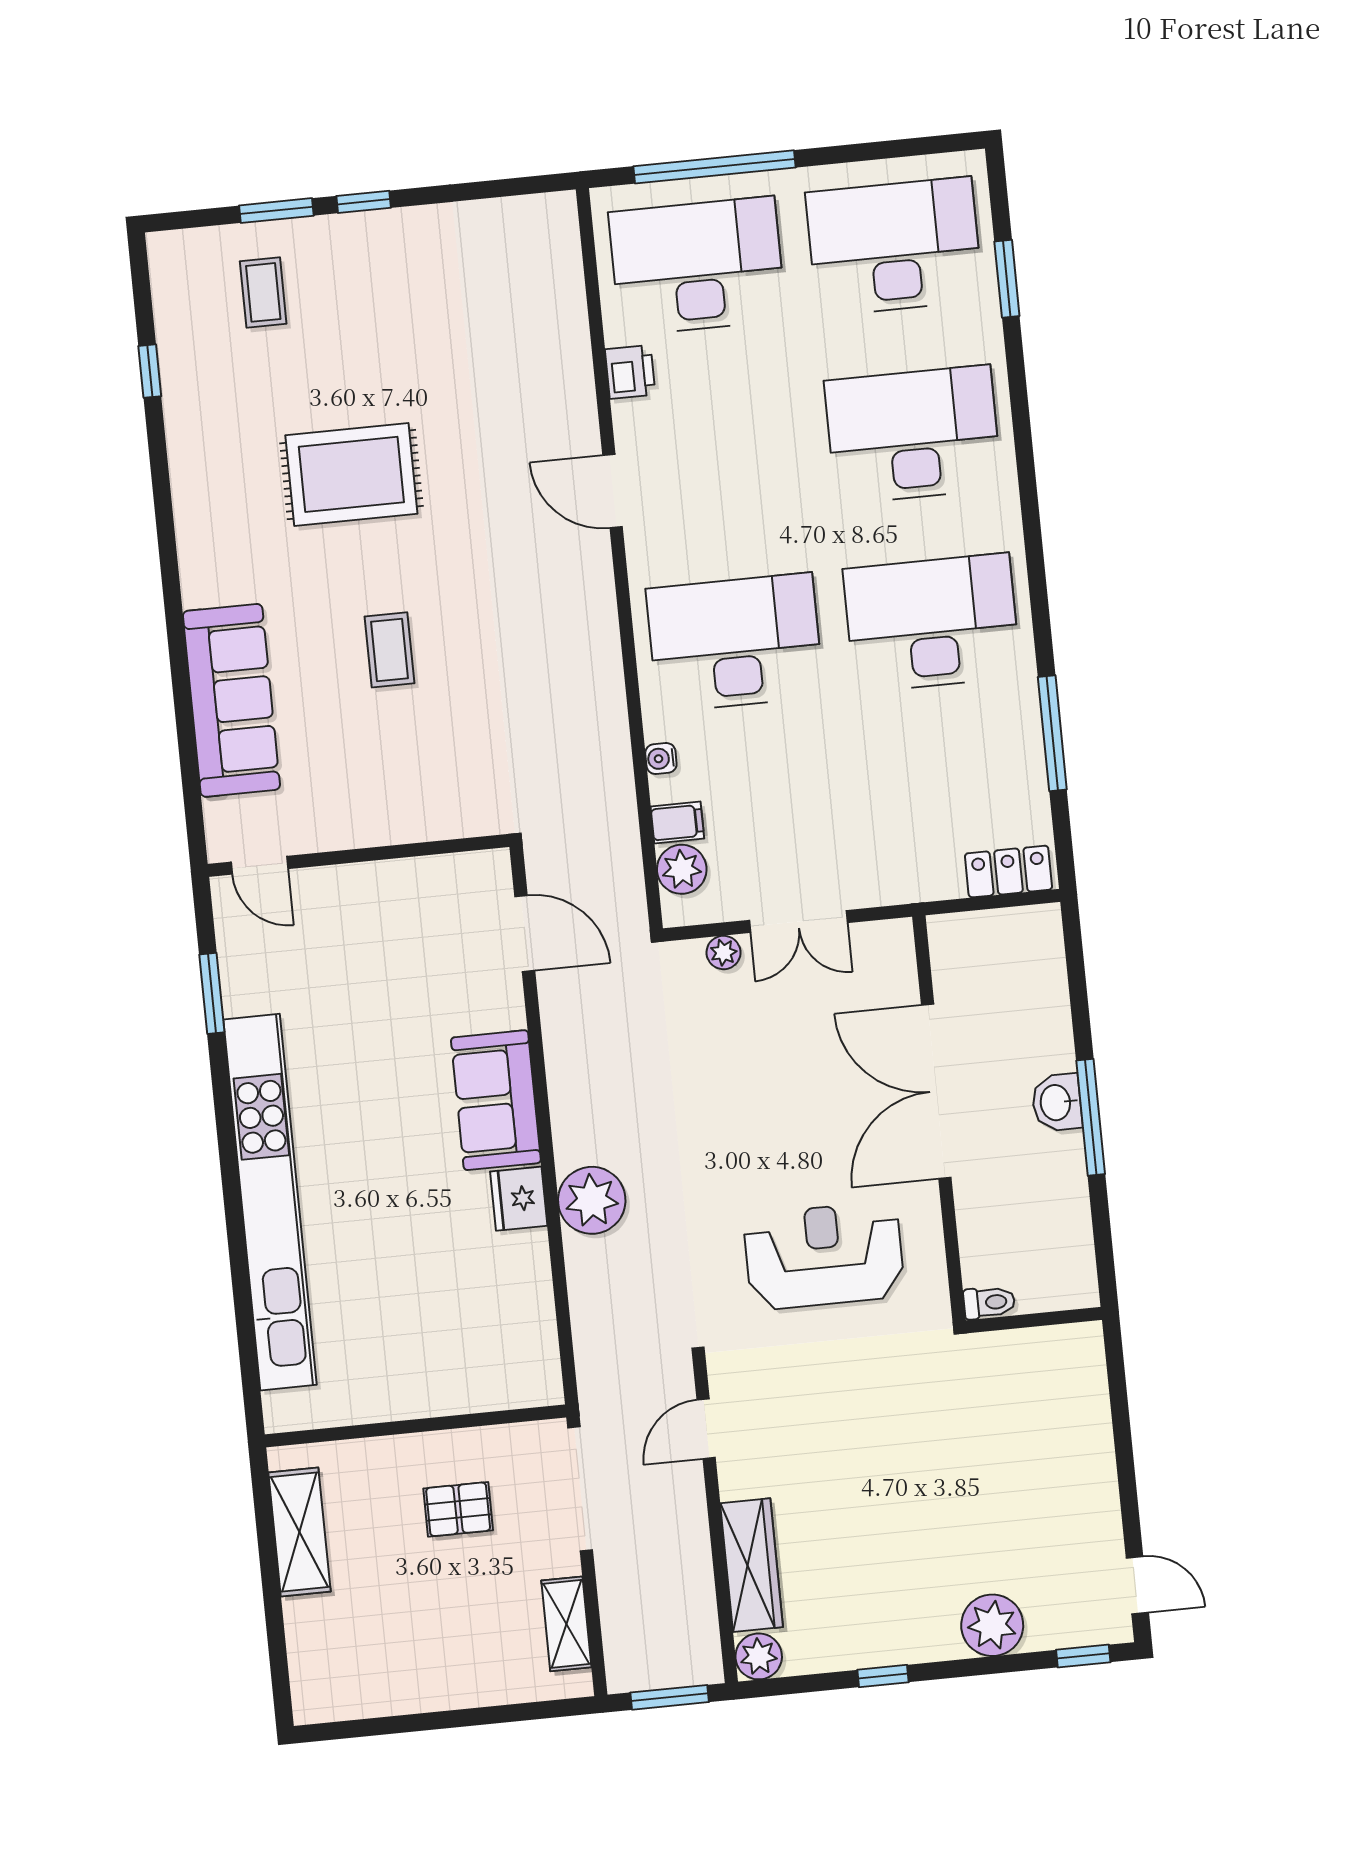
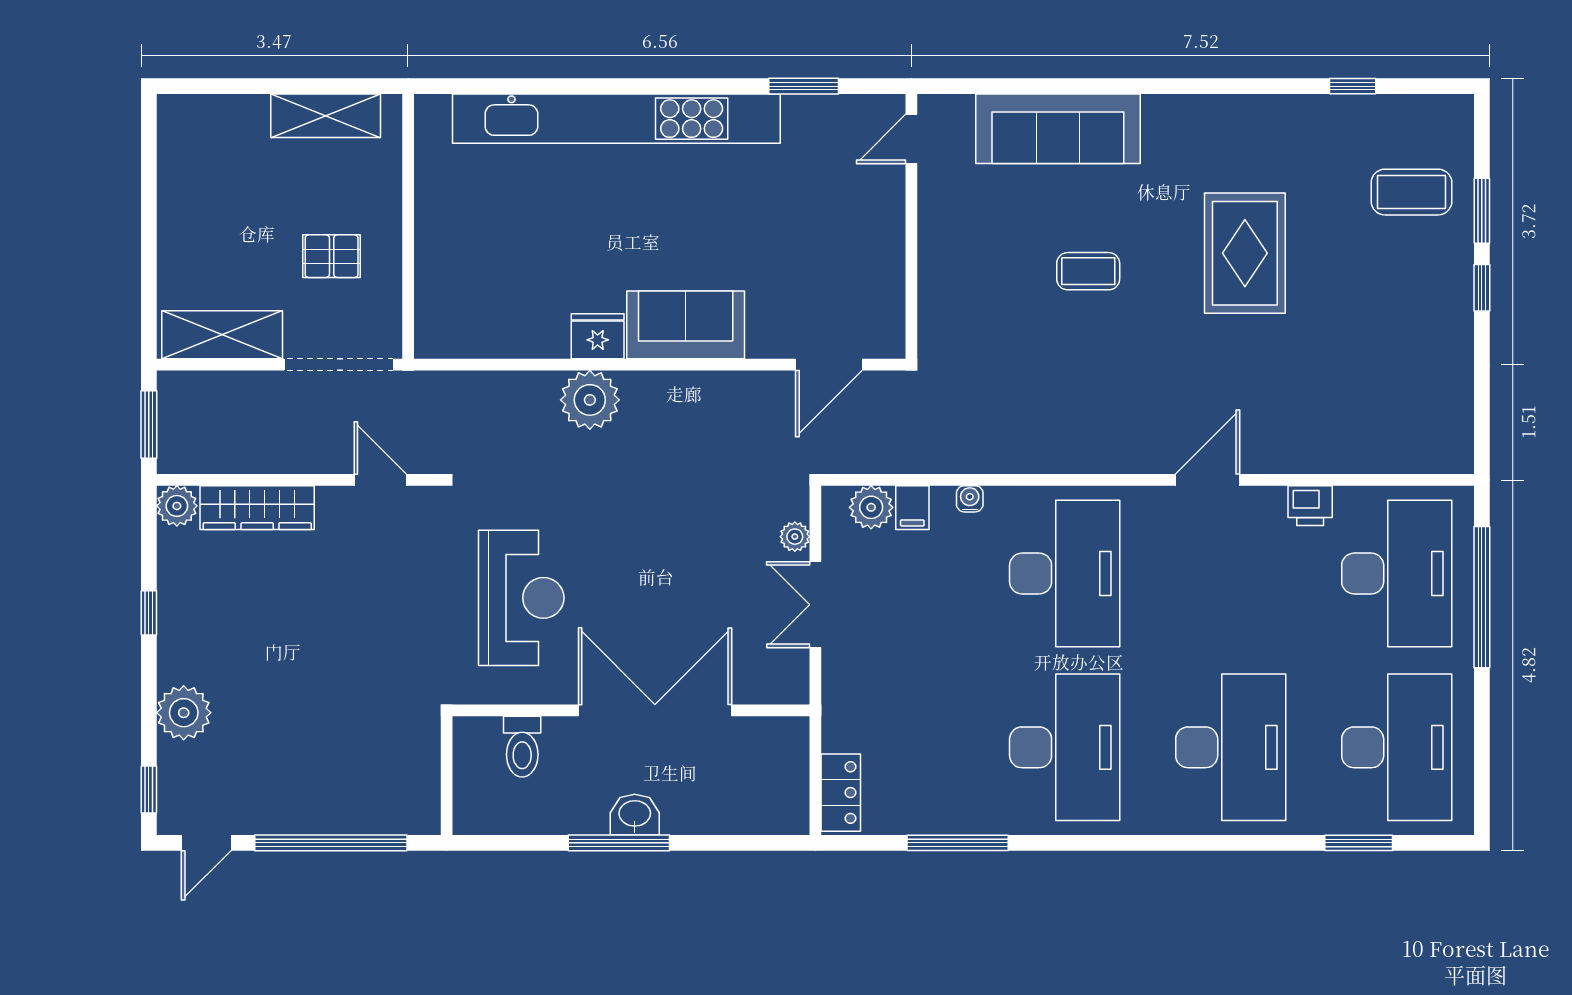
coffee table: (263, 292) -> (1411, 192), width x1.36, depth x1.30
toilet: (989, 1303) -> (522, 747), moved, width x1.37, depth x1.39
window: (1123, 1444) -> (331, 843), added
pallet: (458, 1509) -> (332, 256), turned 90
shelving: (566, 1624) -> (222, 335), width x1.50, depth x1.33

